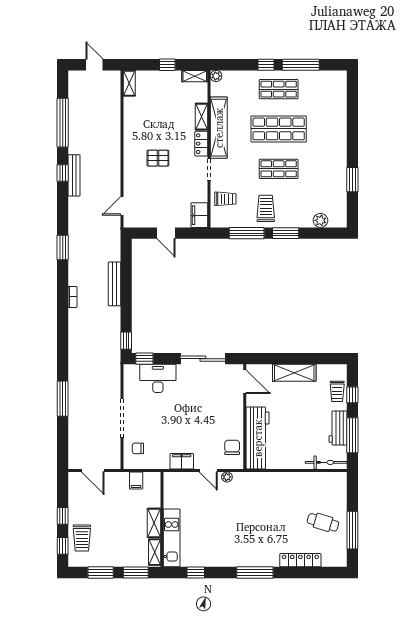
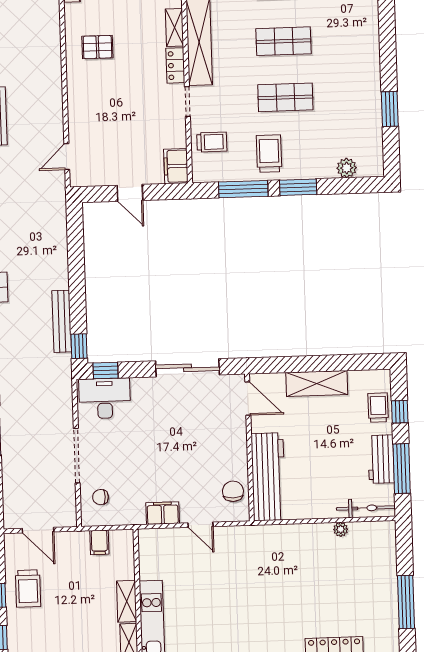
shop shelf: (279, 129) -> (284, 41), width x0.70, depth x0.74
pallet: (158, 158) -> (97, 47), moved
bench: (114, 284) -> (62, 321), moved
desk: (158, 378) -> (105, 398), moved
trolley: (337, 391) -> (378, 408), turned 180
plant: (227, 477) -> (341, 529), moved
cafe table: (323, 522) -> (364, 592), removed
trolley: (82, 538) -> (28, 589), moved

